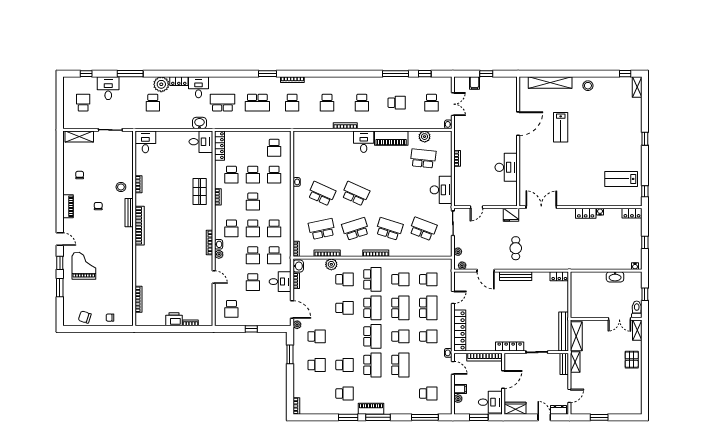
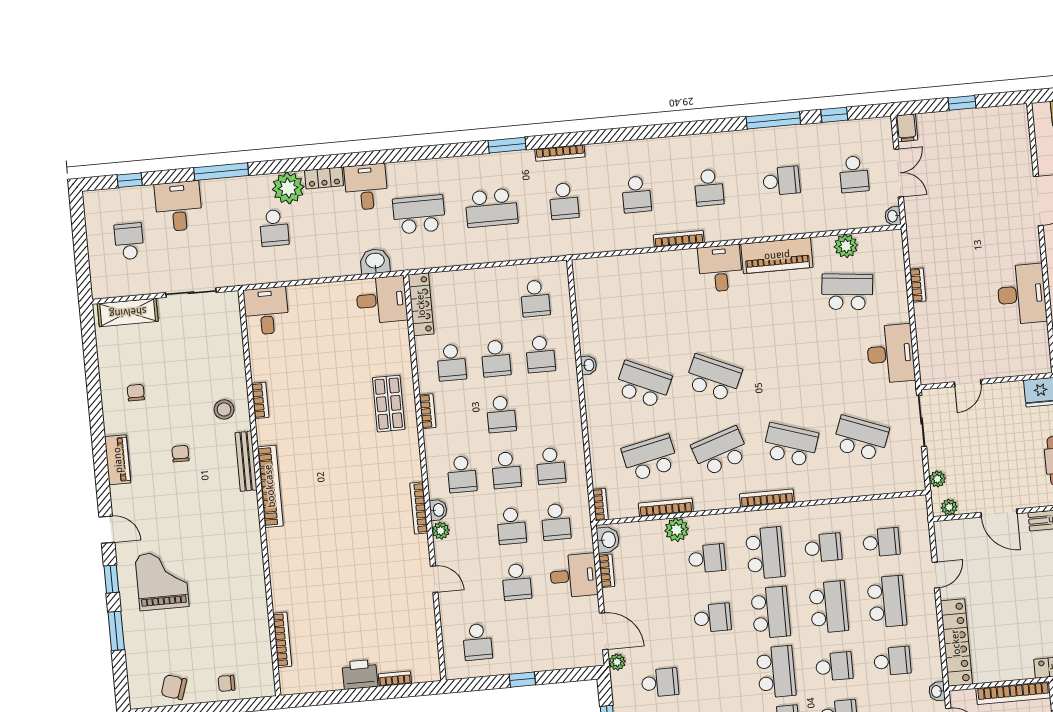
filing cabinet: (475, 83) -> (907, 128), moved

